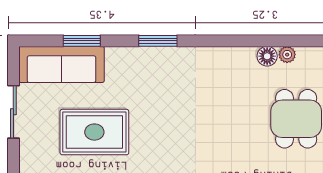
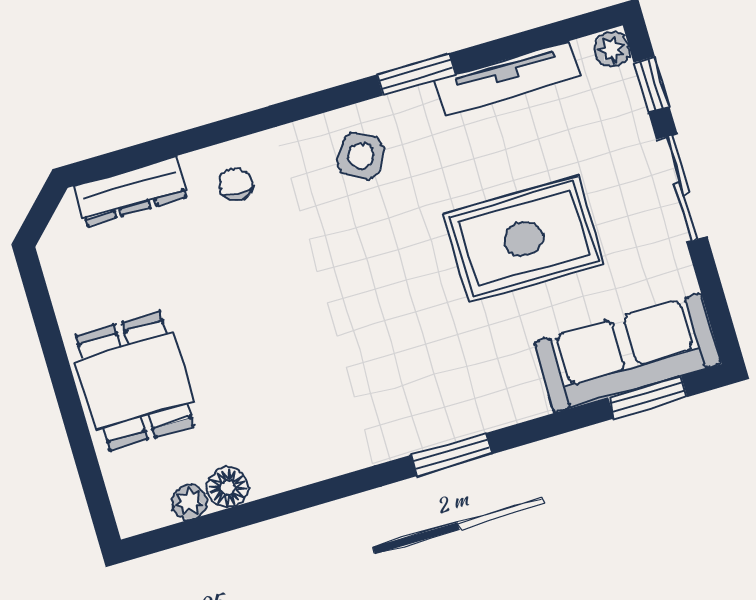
window: (82, 41) -> (648, 397), moved
sliding door: (13, 112) -> (682, 188), moved

